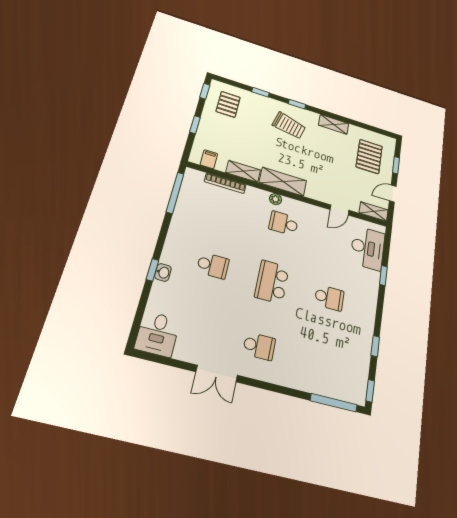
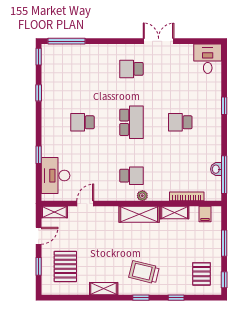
window: (195, 125) -> (224, 243), width x1.50
washbasin: (163, 272) -> (216, 169), moved

